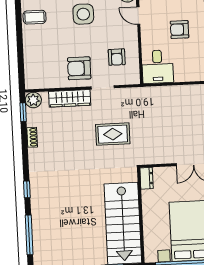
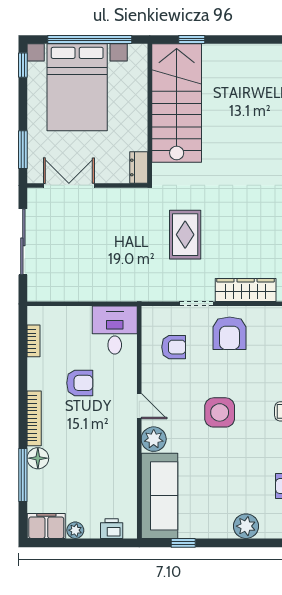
armchair: (117, 57) -> (174, 347), turned 90
armchair: (79, 68) -> (230, 333), turned 90
rug: (113, 134) -> (185, 235), turned 90

